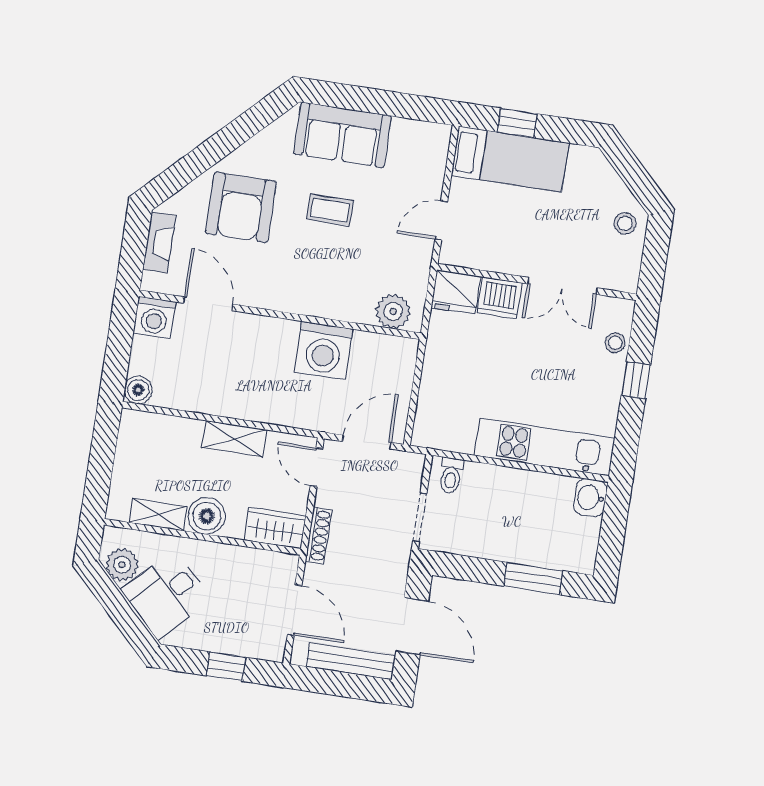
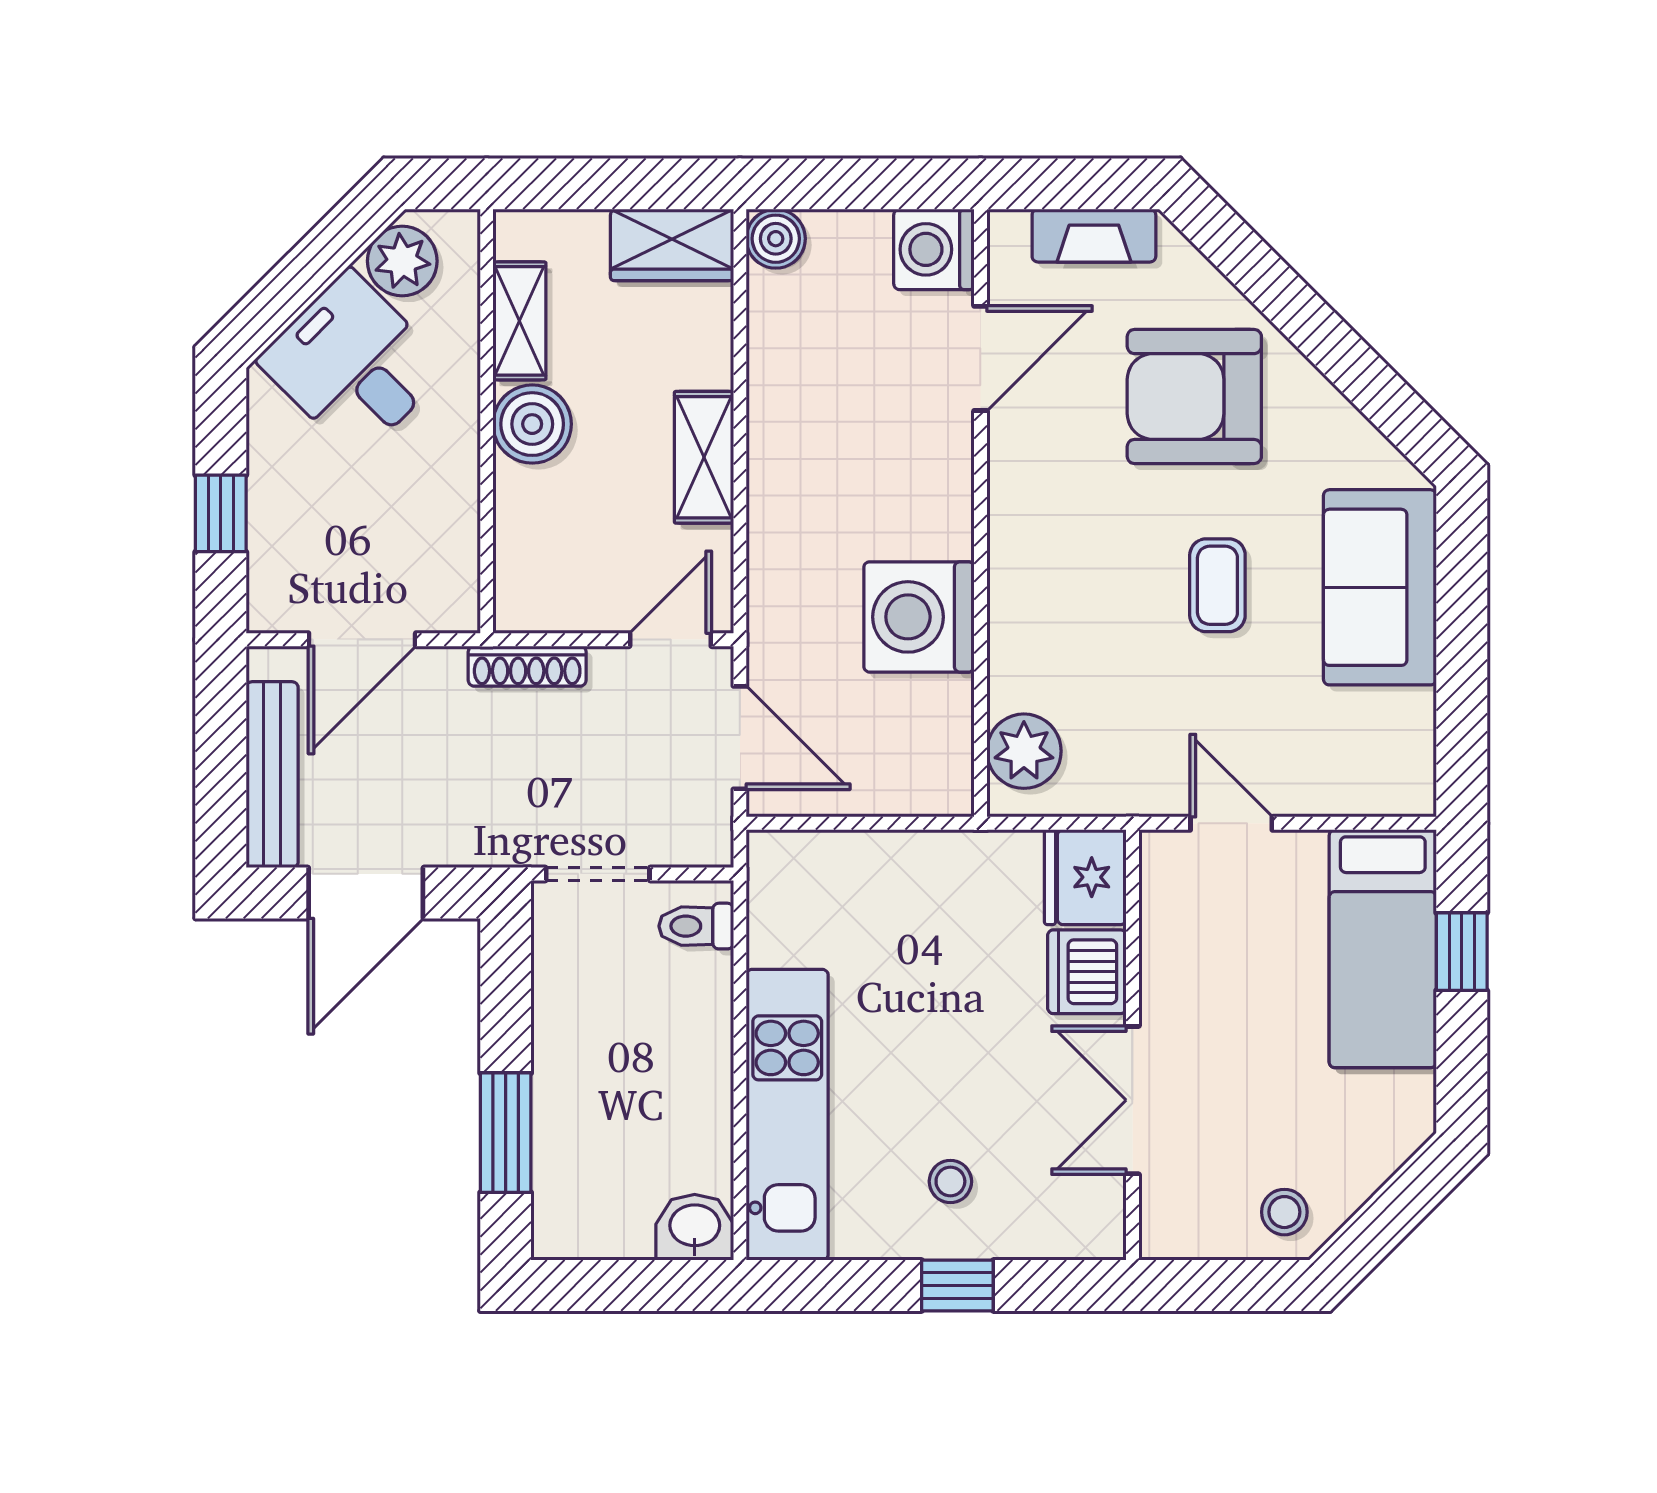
stool: (615, 343) -> (950, 1181), moved
wardrobe: (275, 528) -> (672, 245), moved, turned 90

